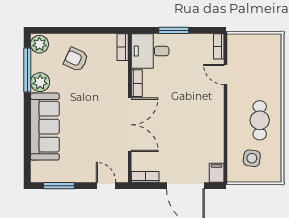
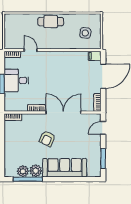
plant: (39, 44) -> (23, 171), moved
desk: (150, 51) -> (16, 80), moved, turned 90
armchair: (76, 59) -> (47, 139), moved
door: (226, 74) -> (31, 50), swing flipped
cafe table: (260, 120) -> (51, 22), moved

